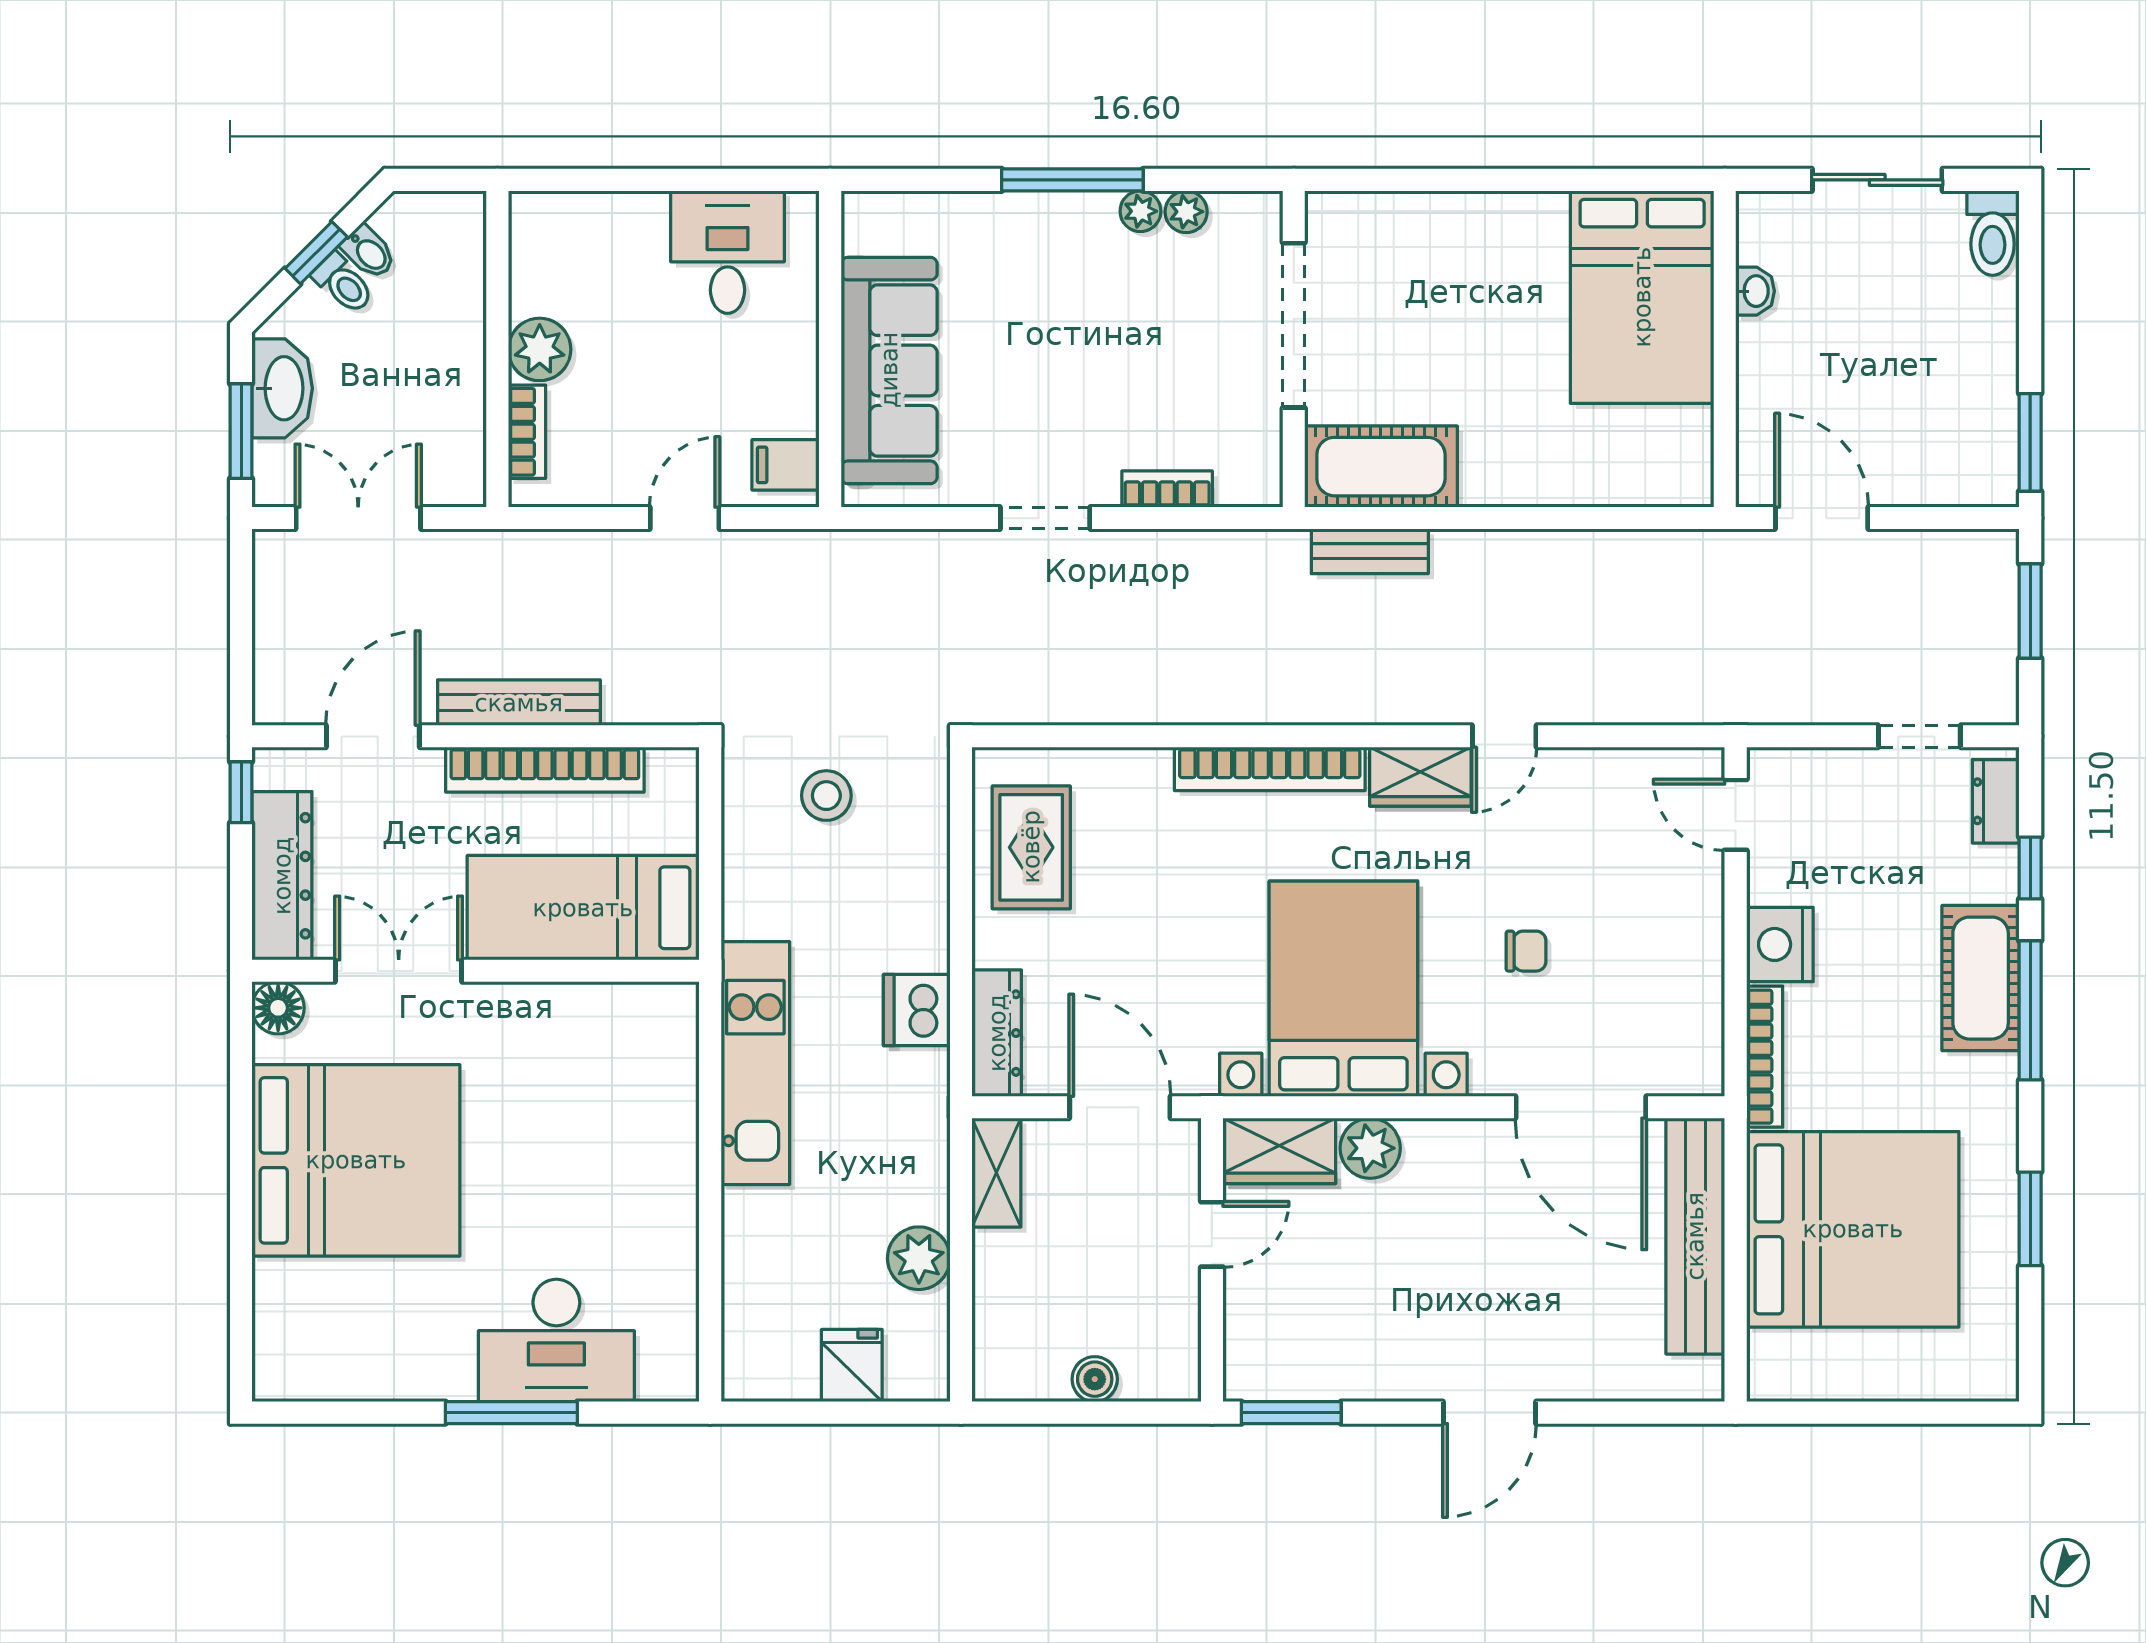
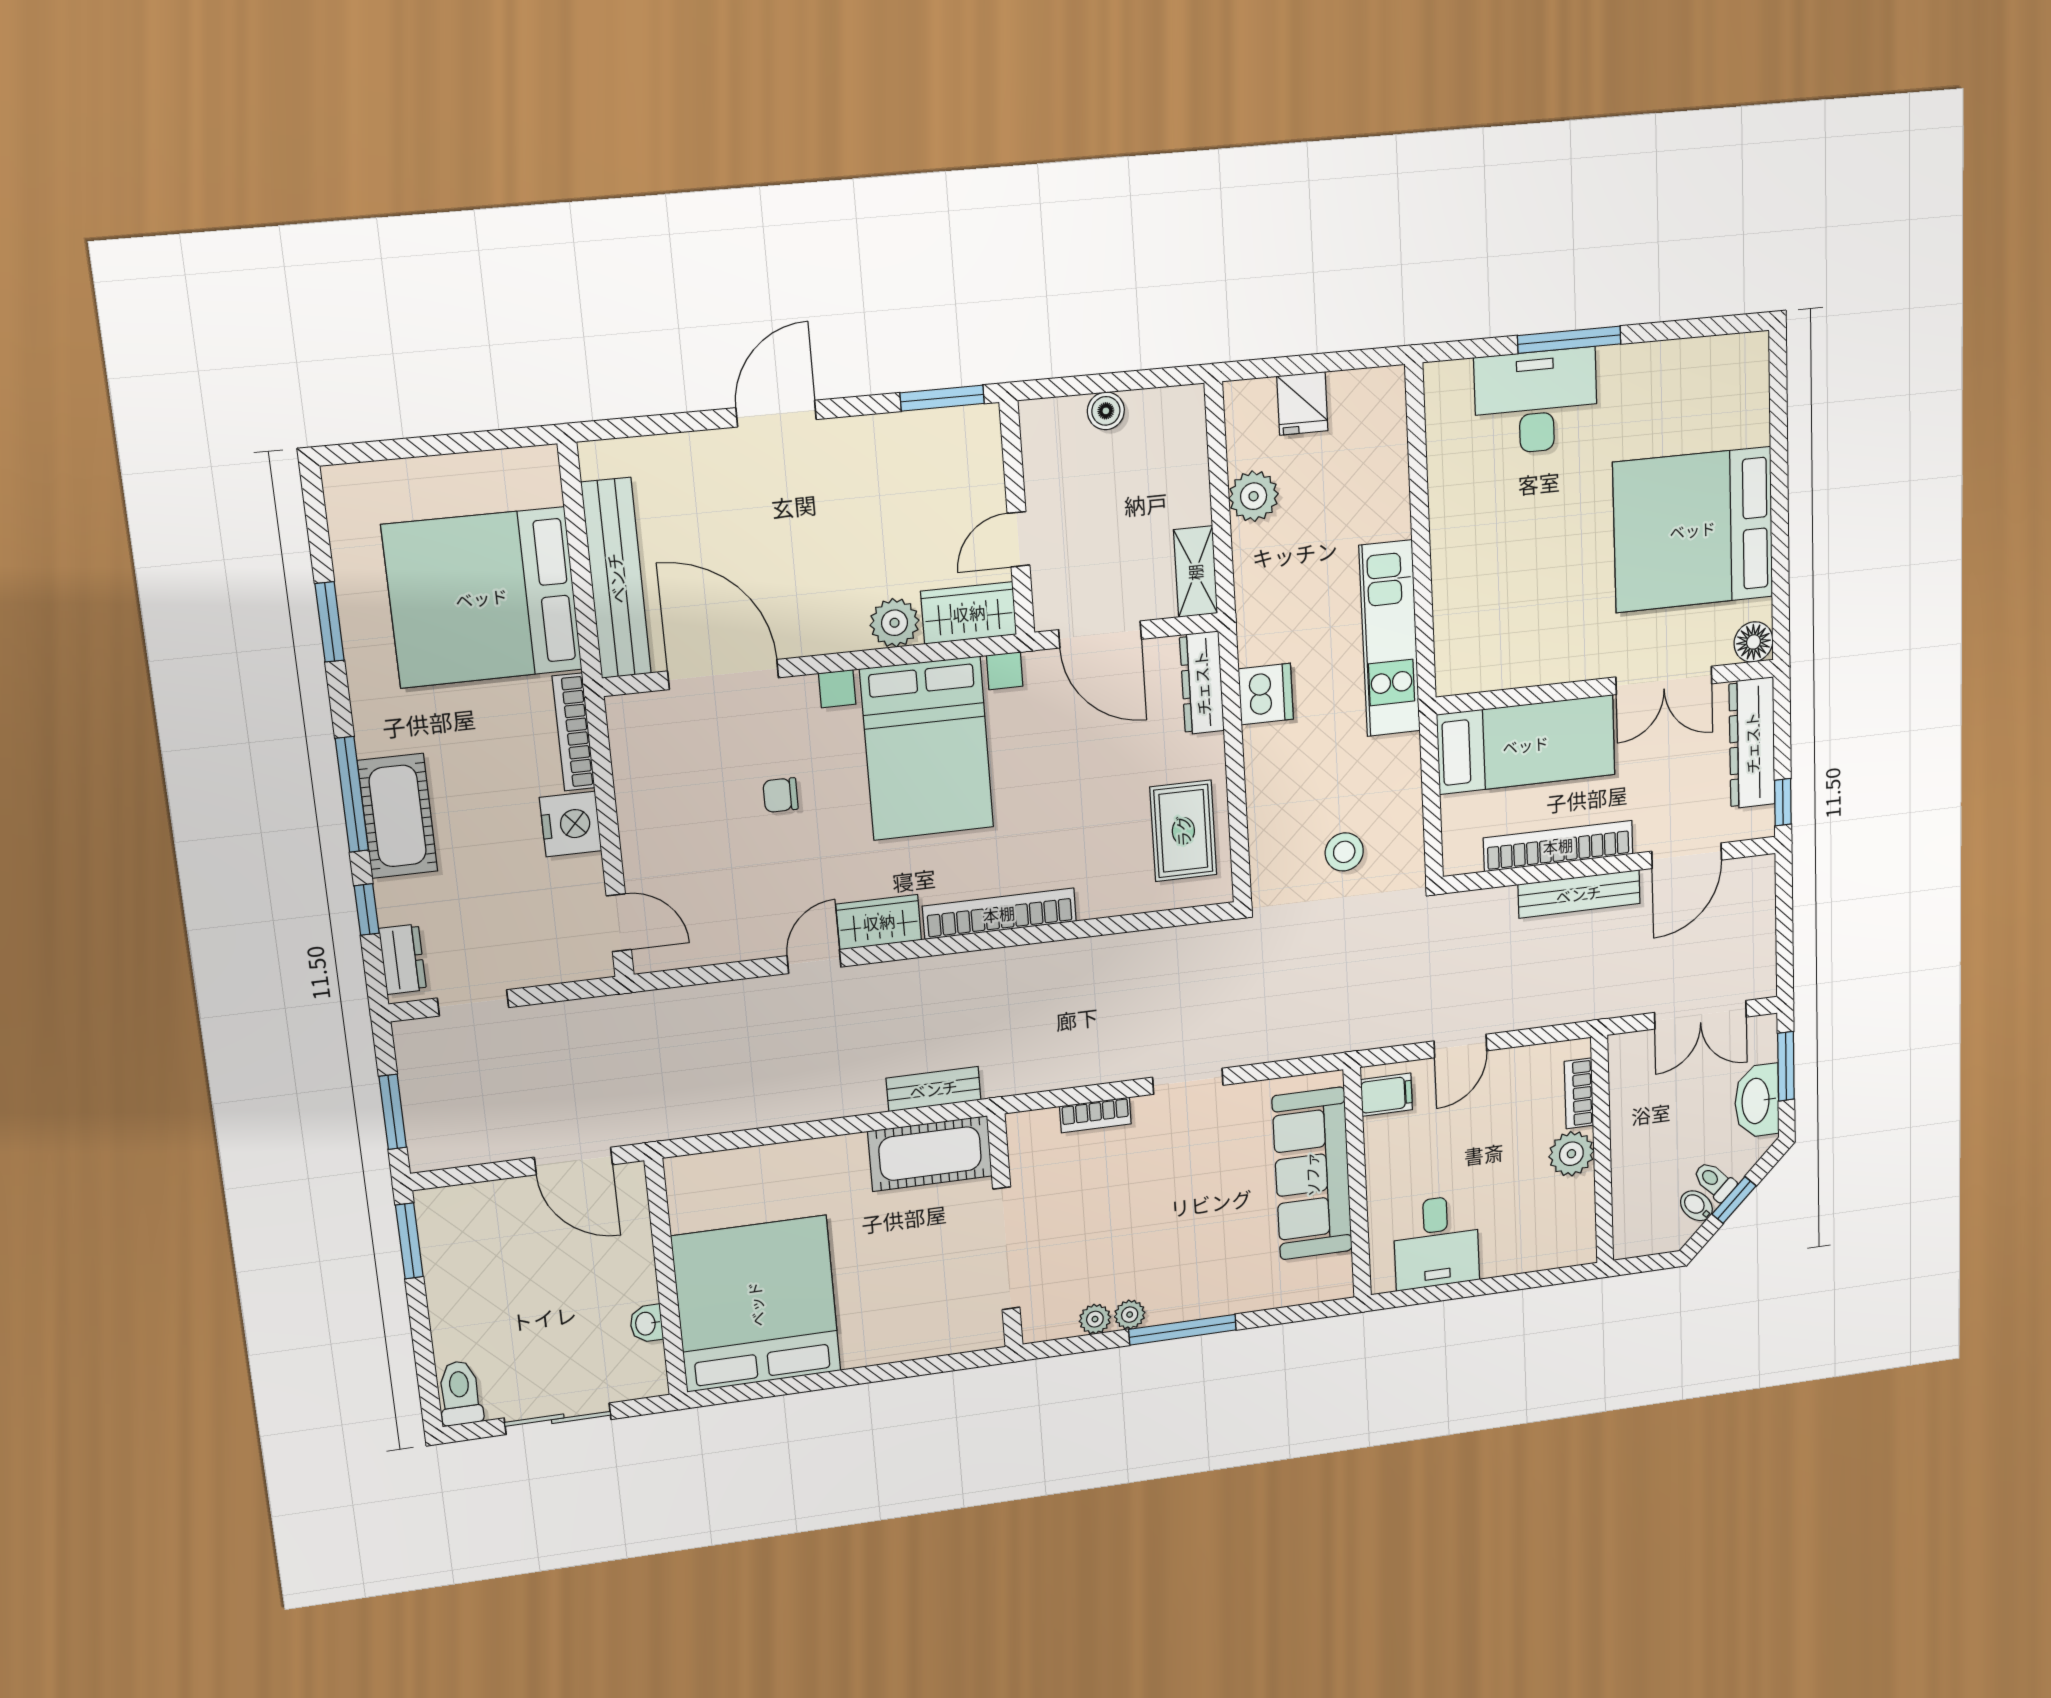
bed: (1642, 297) -> (756, 1304), width x1.36

